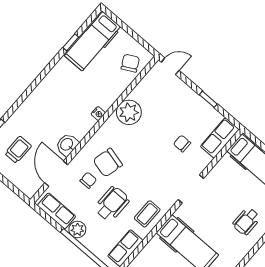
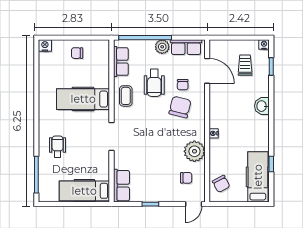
chair: (182, 144) -> (186, 178), moved
washbasin: (67, 145) -> (262, 106), moved, turned 180
trolley: (18, 150) -> (245, 65), turned 180

